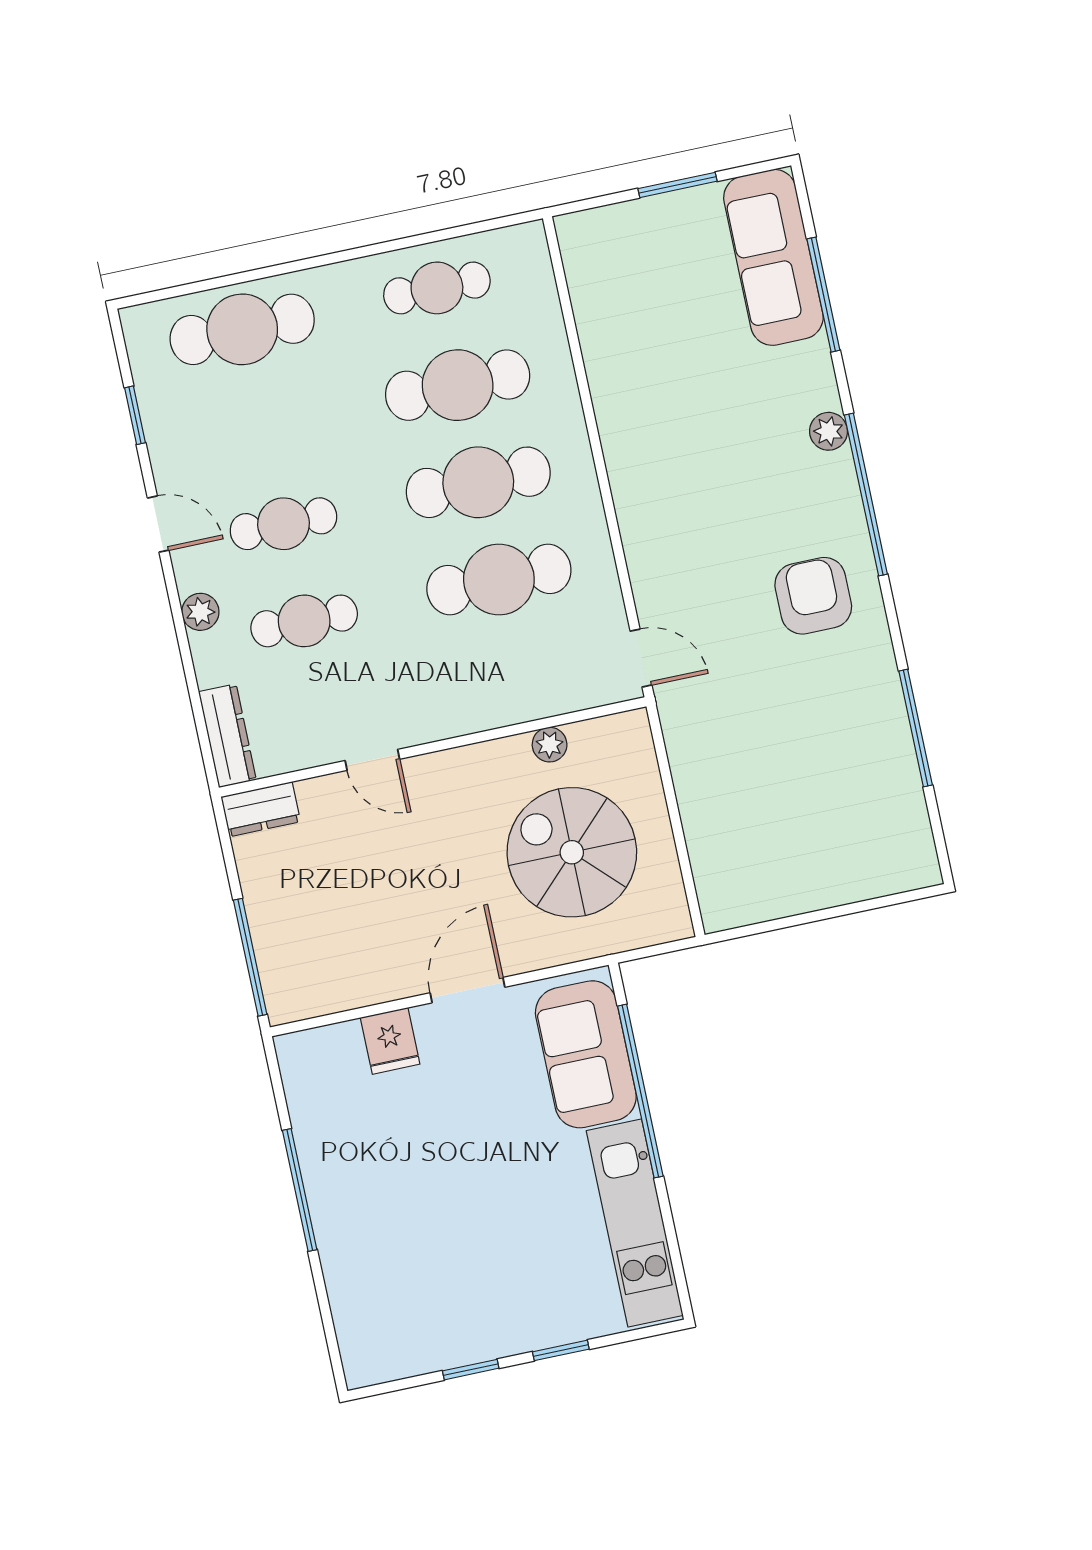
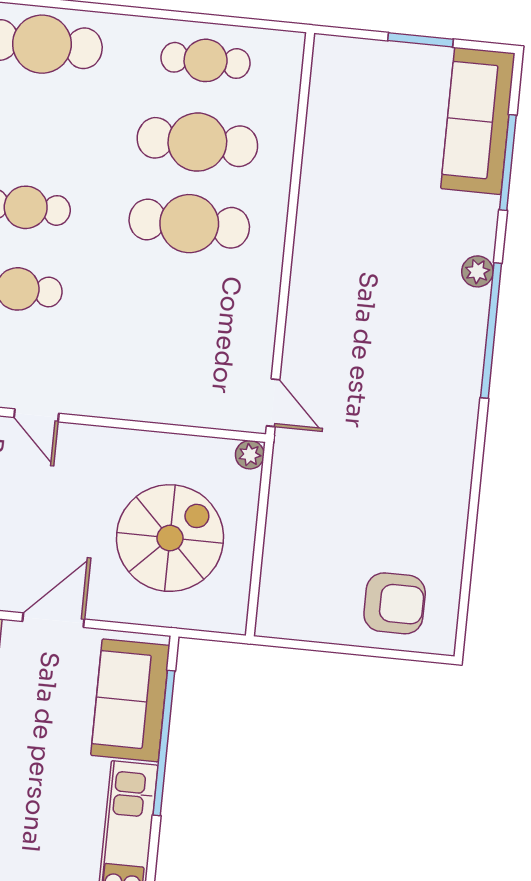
cafe table: (499, 580) -> (181, 305), removed
armchair: (813, 596) -> (395, 603), moved, turned 90
window: (916, 728) -> (471, 527), removed
plant: (550, 745) -> (250, 455), moved
spiral stairs: (572, 852) -> (170, 538), turned 90

